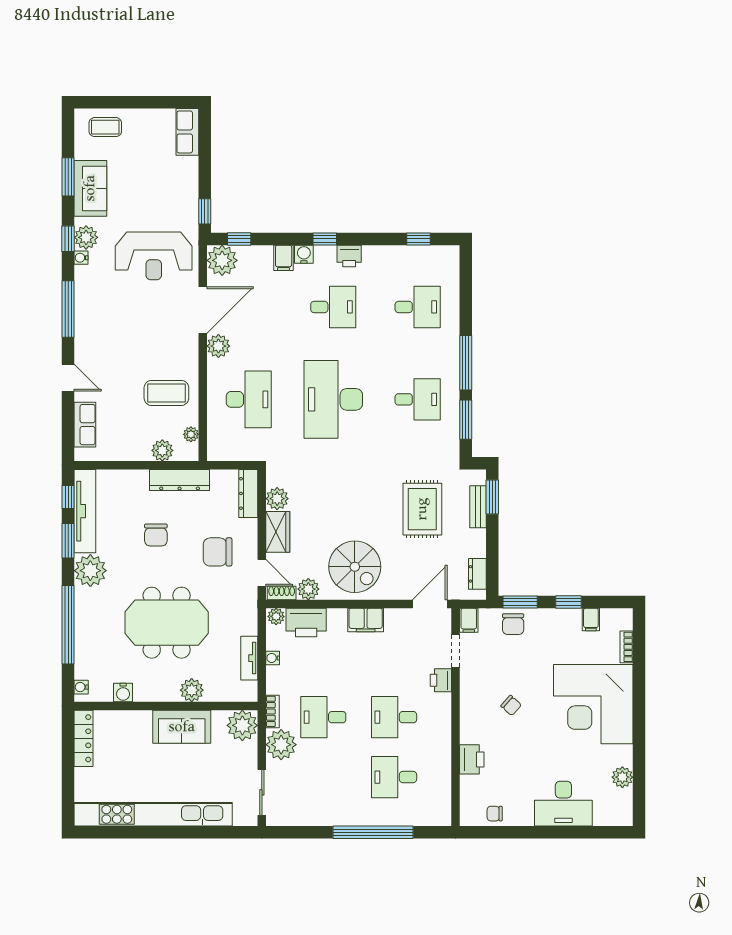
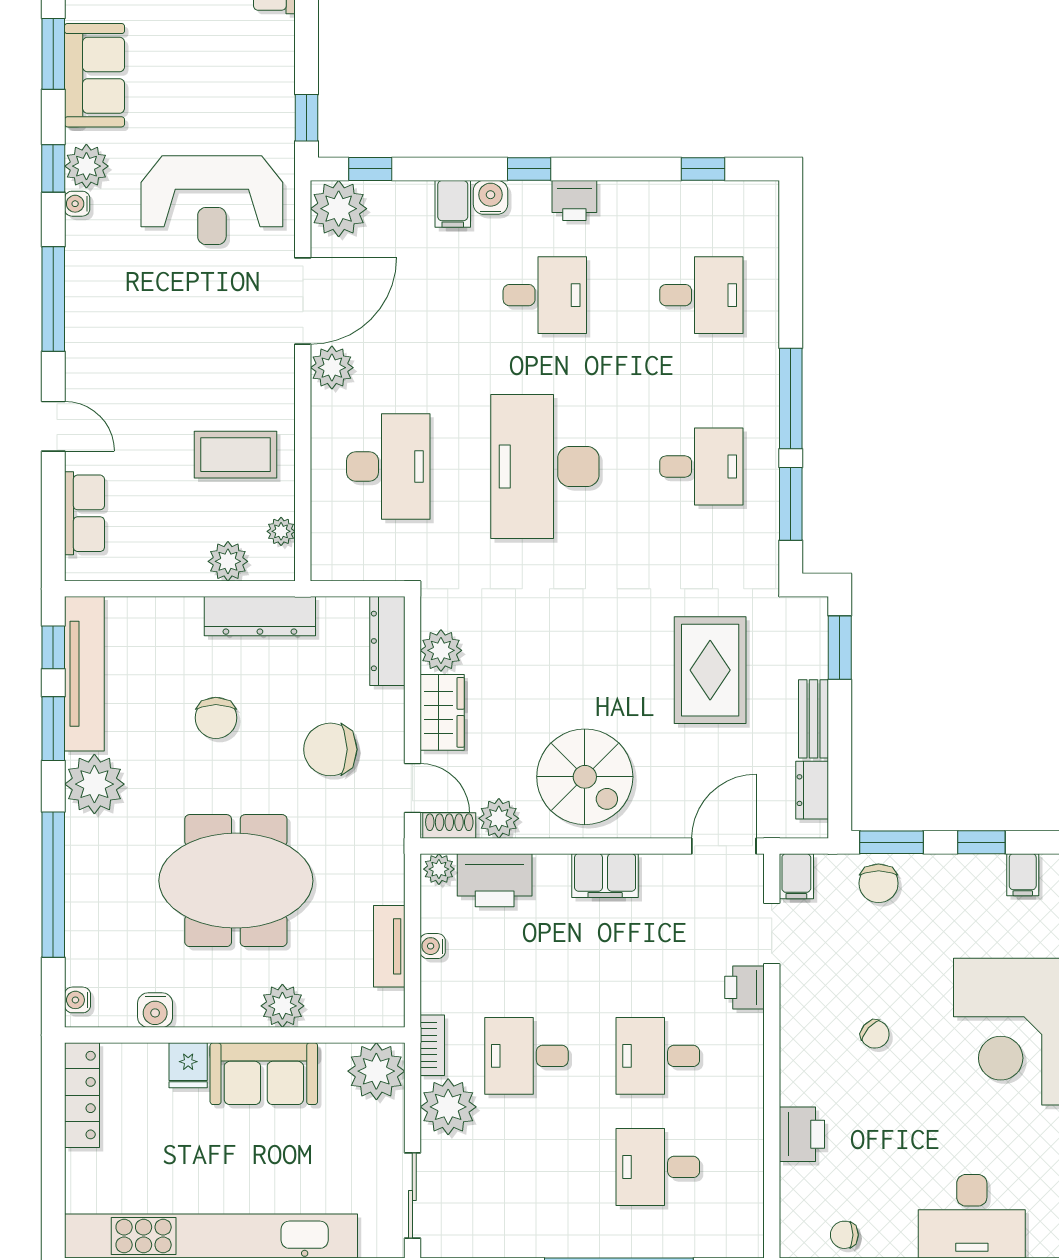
bench: (478, 507) -> (814, 719), moved
fridge: (141, 722) -> (188, 1065), added

